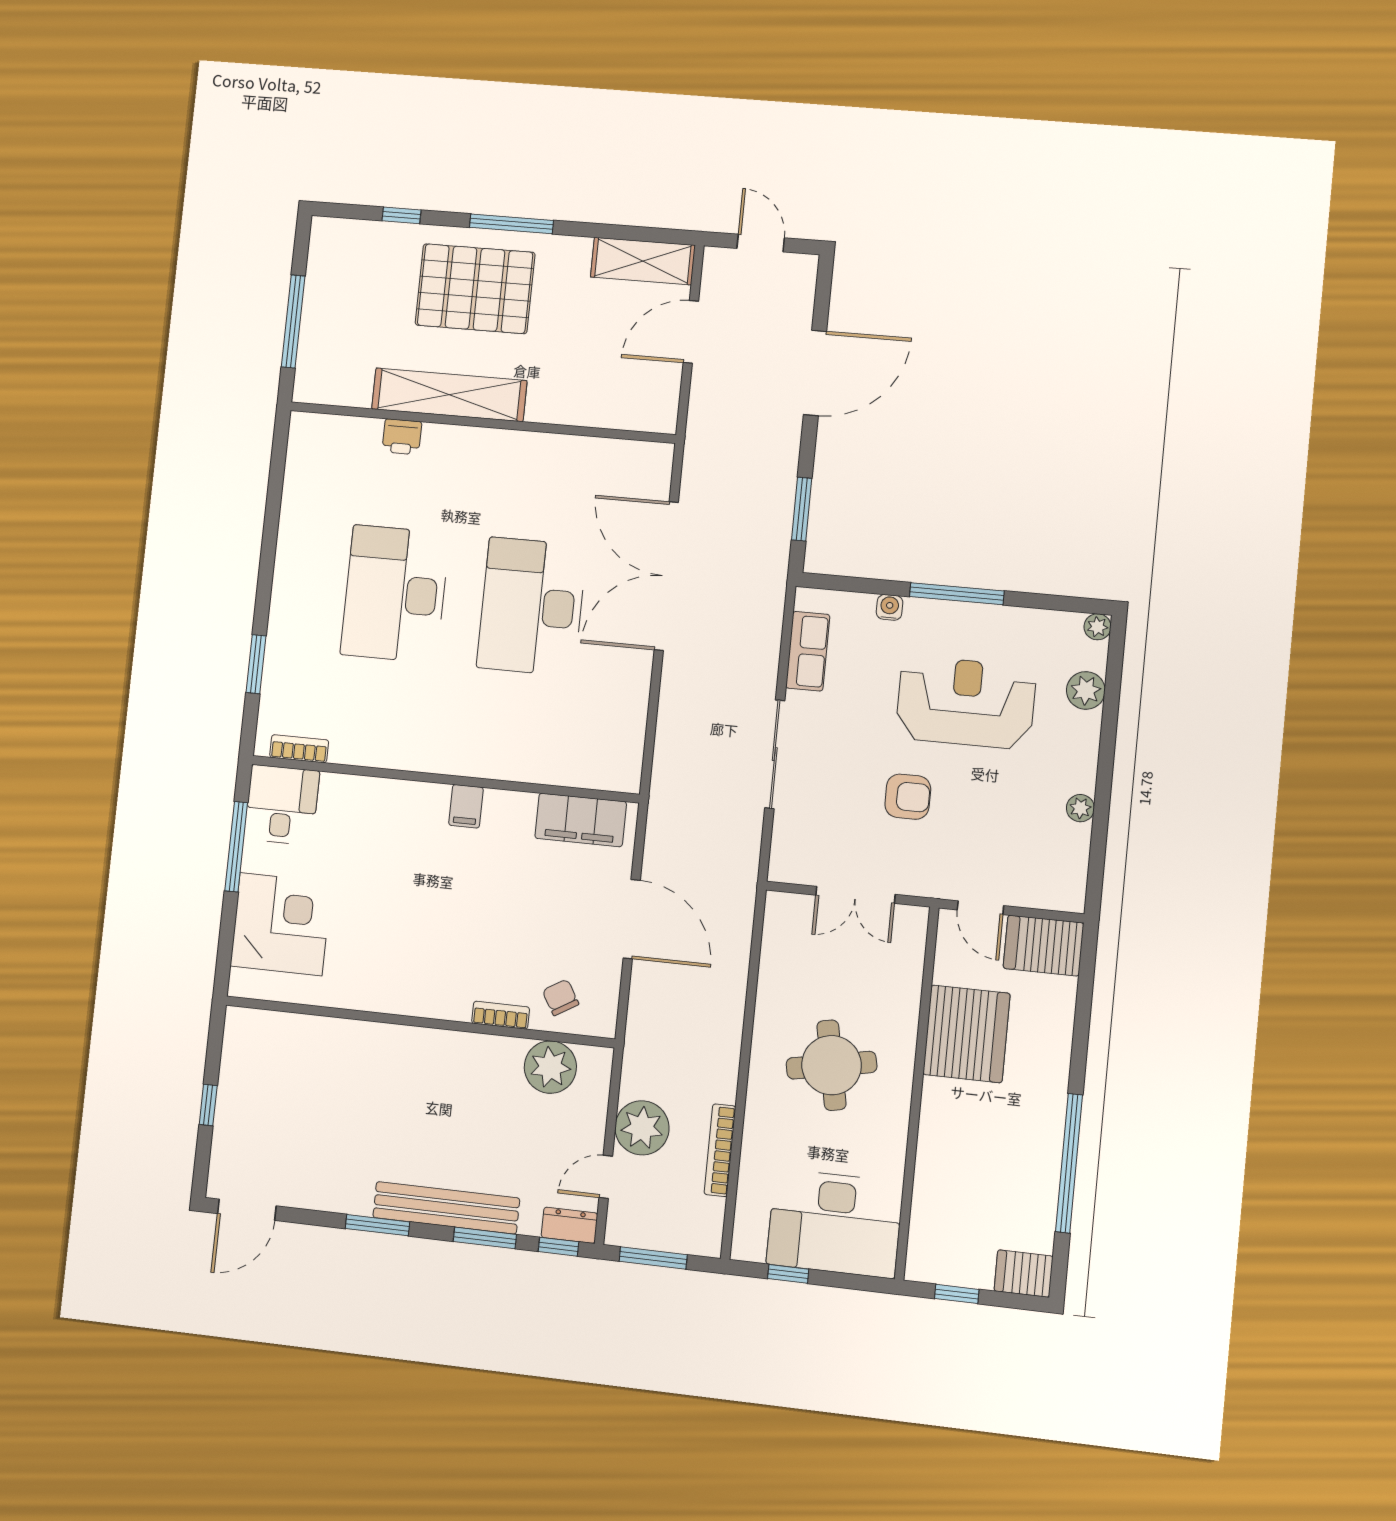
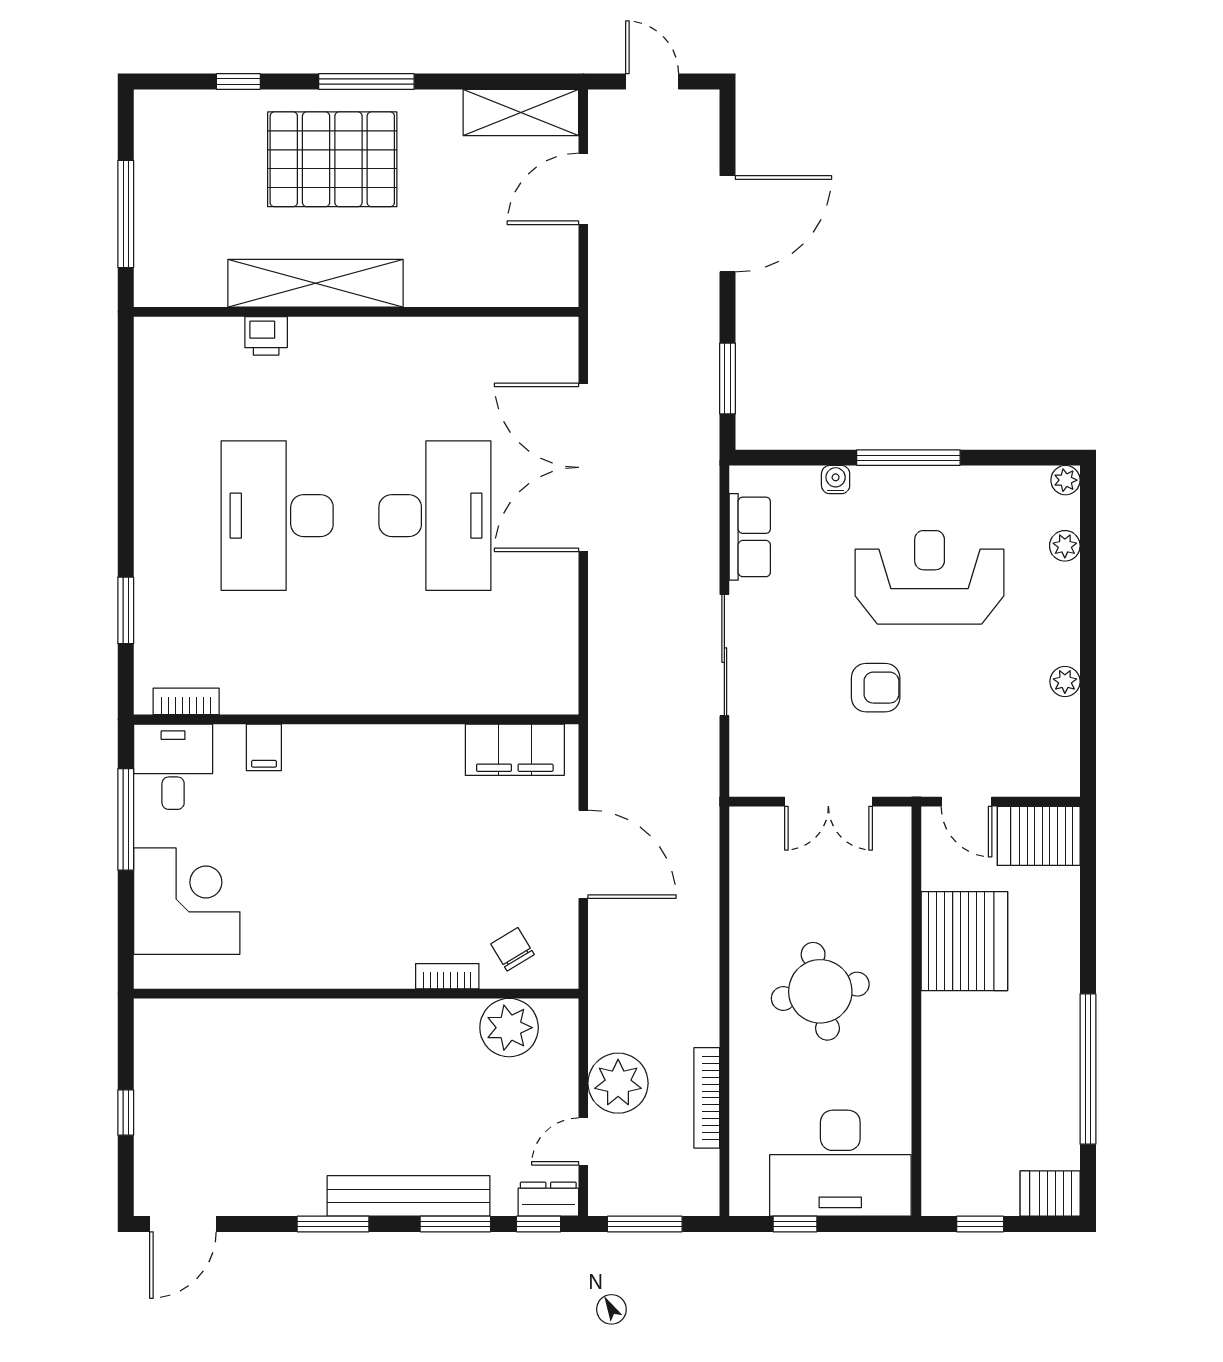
desk: (532, 607) -> (435, 516), turned 180
plant: (1086, 690) -> (1065, 546), width x0.73, depth x0.73
filing cabinet: (466, 806) -> (264, 747), moved

